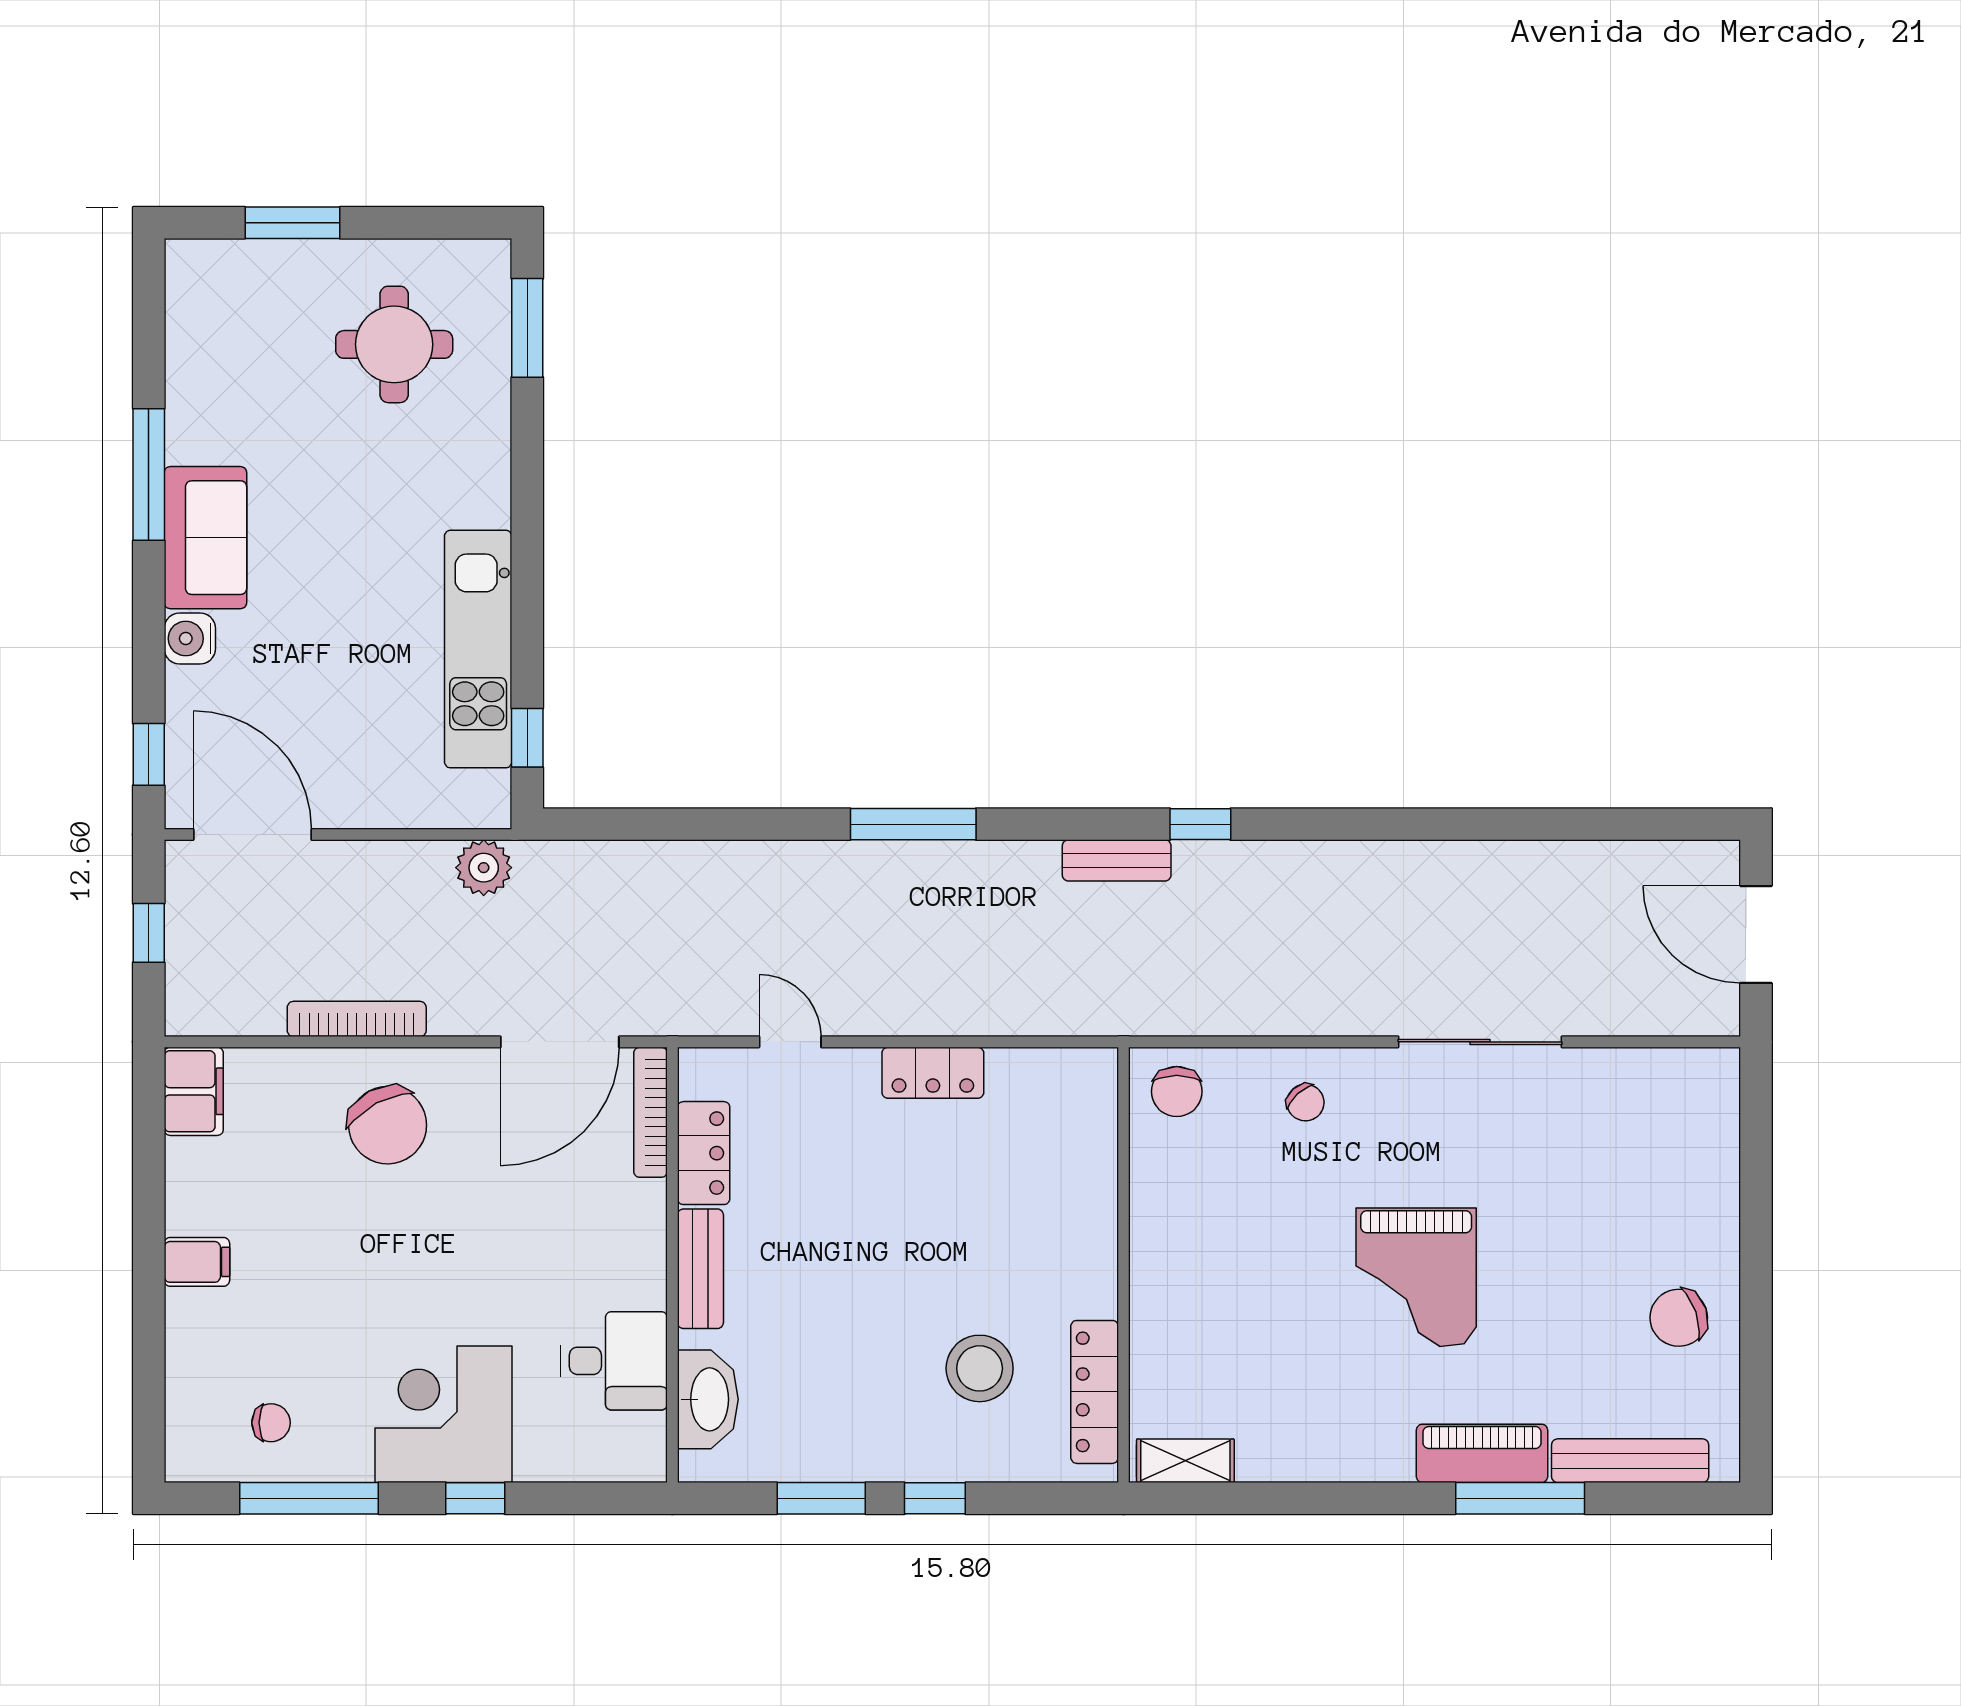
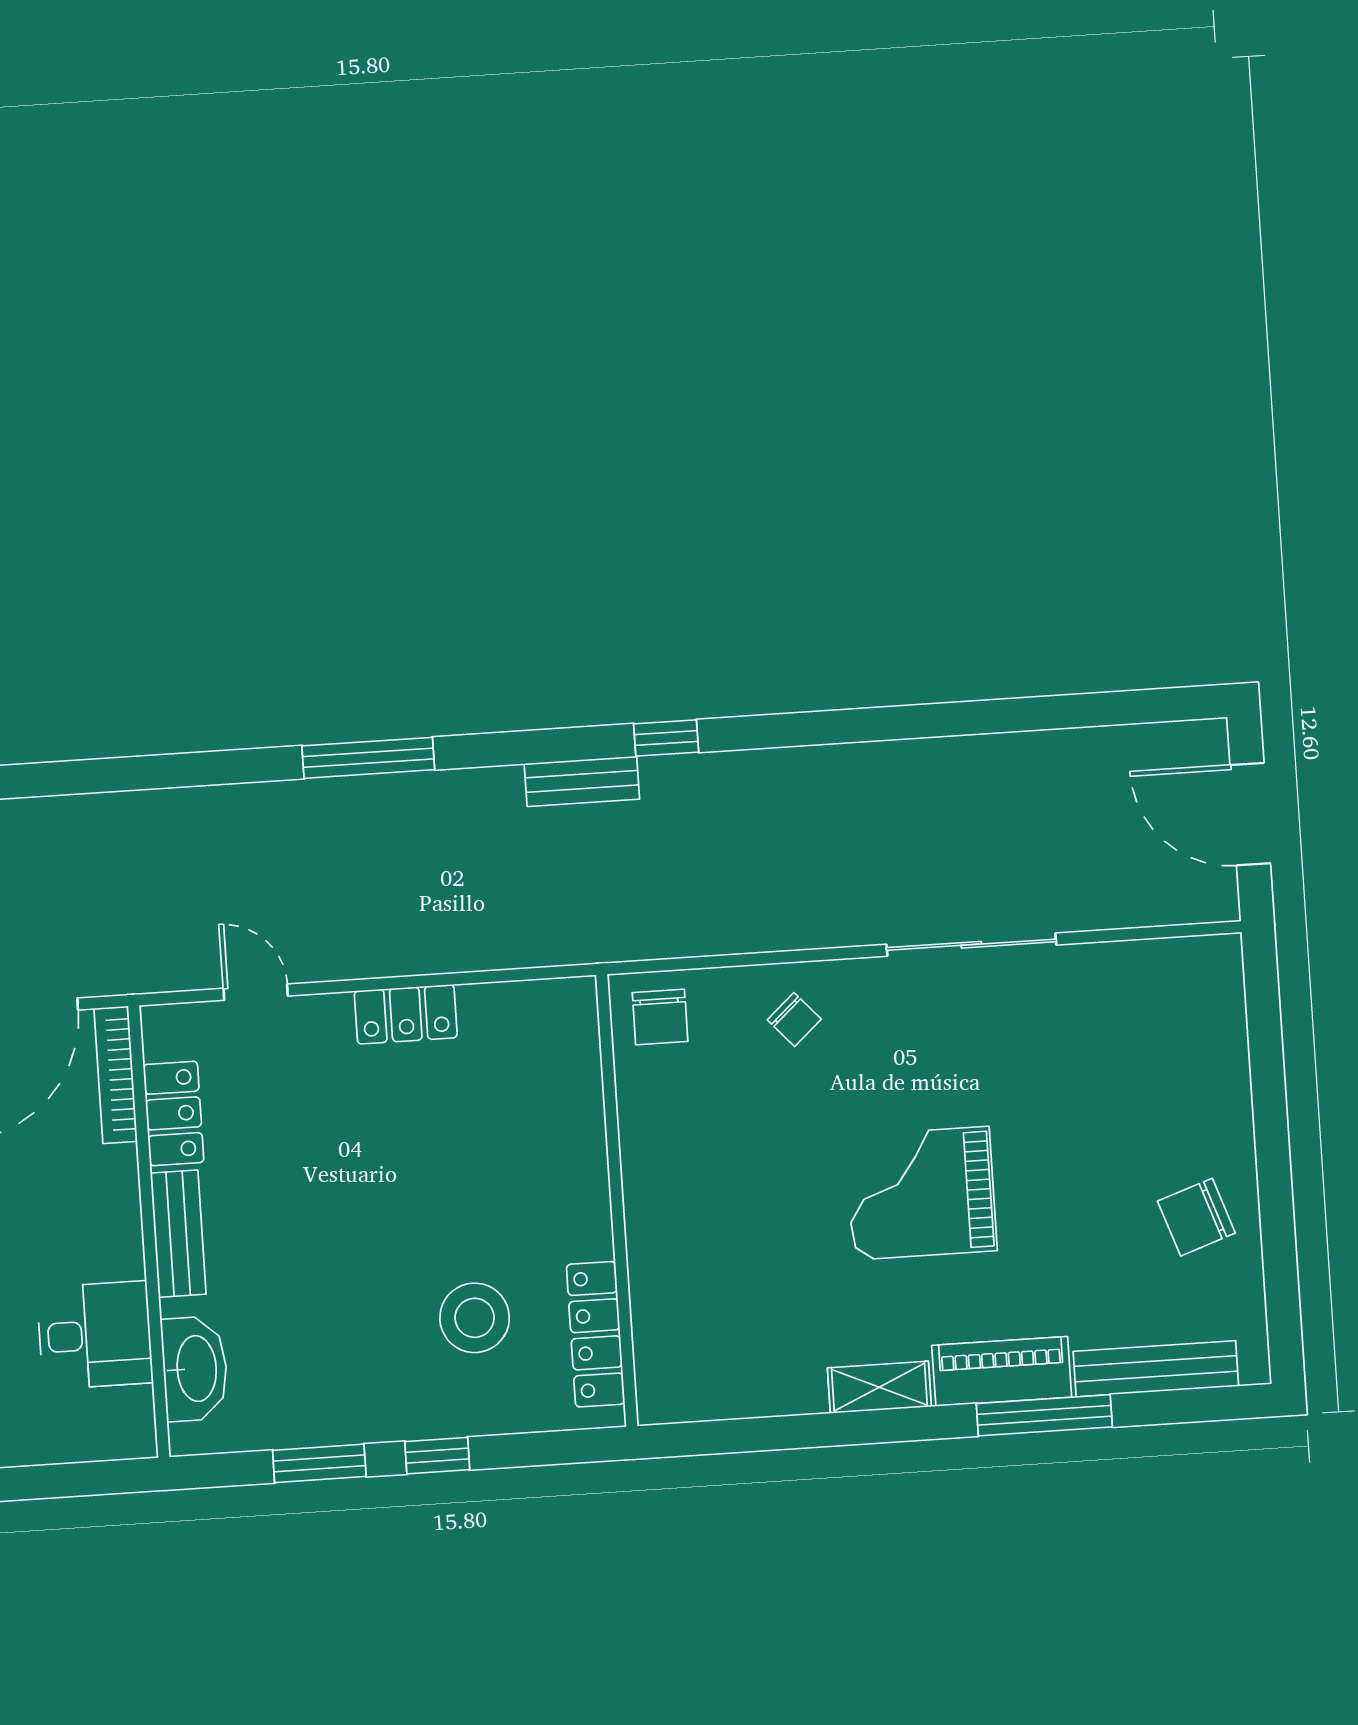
grand piano: (1416, 1277) -> (921, 1193), turned 90
shelving: (1185, 1461) -> (879, 1387), moved

